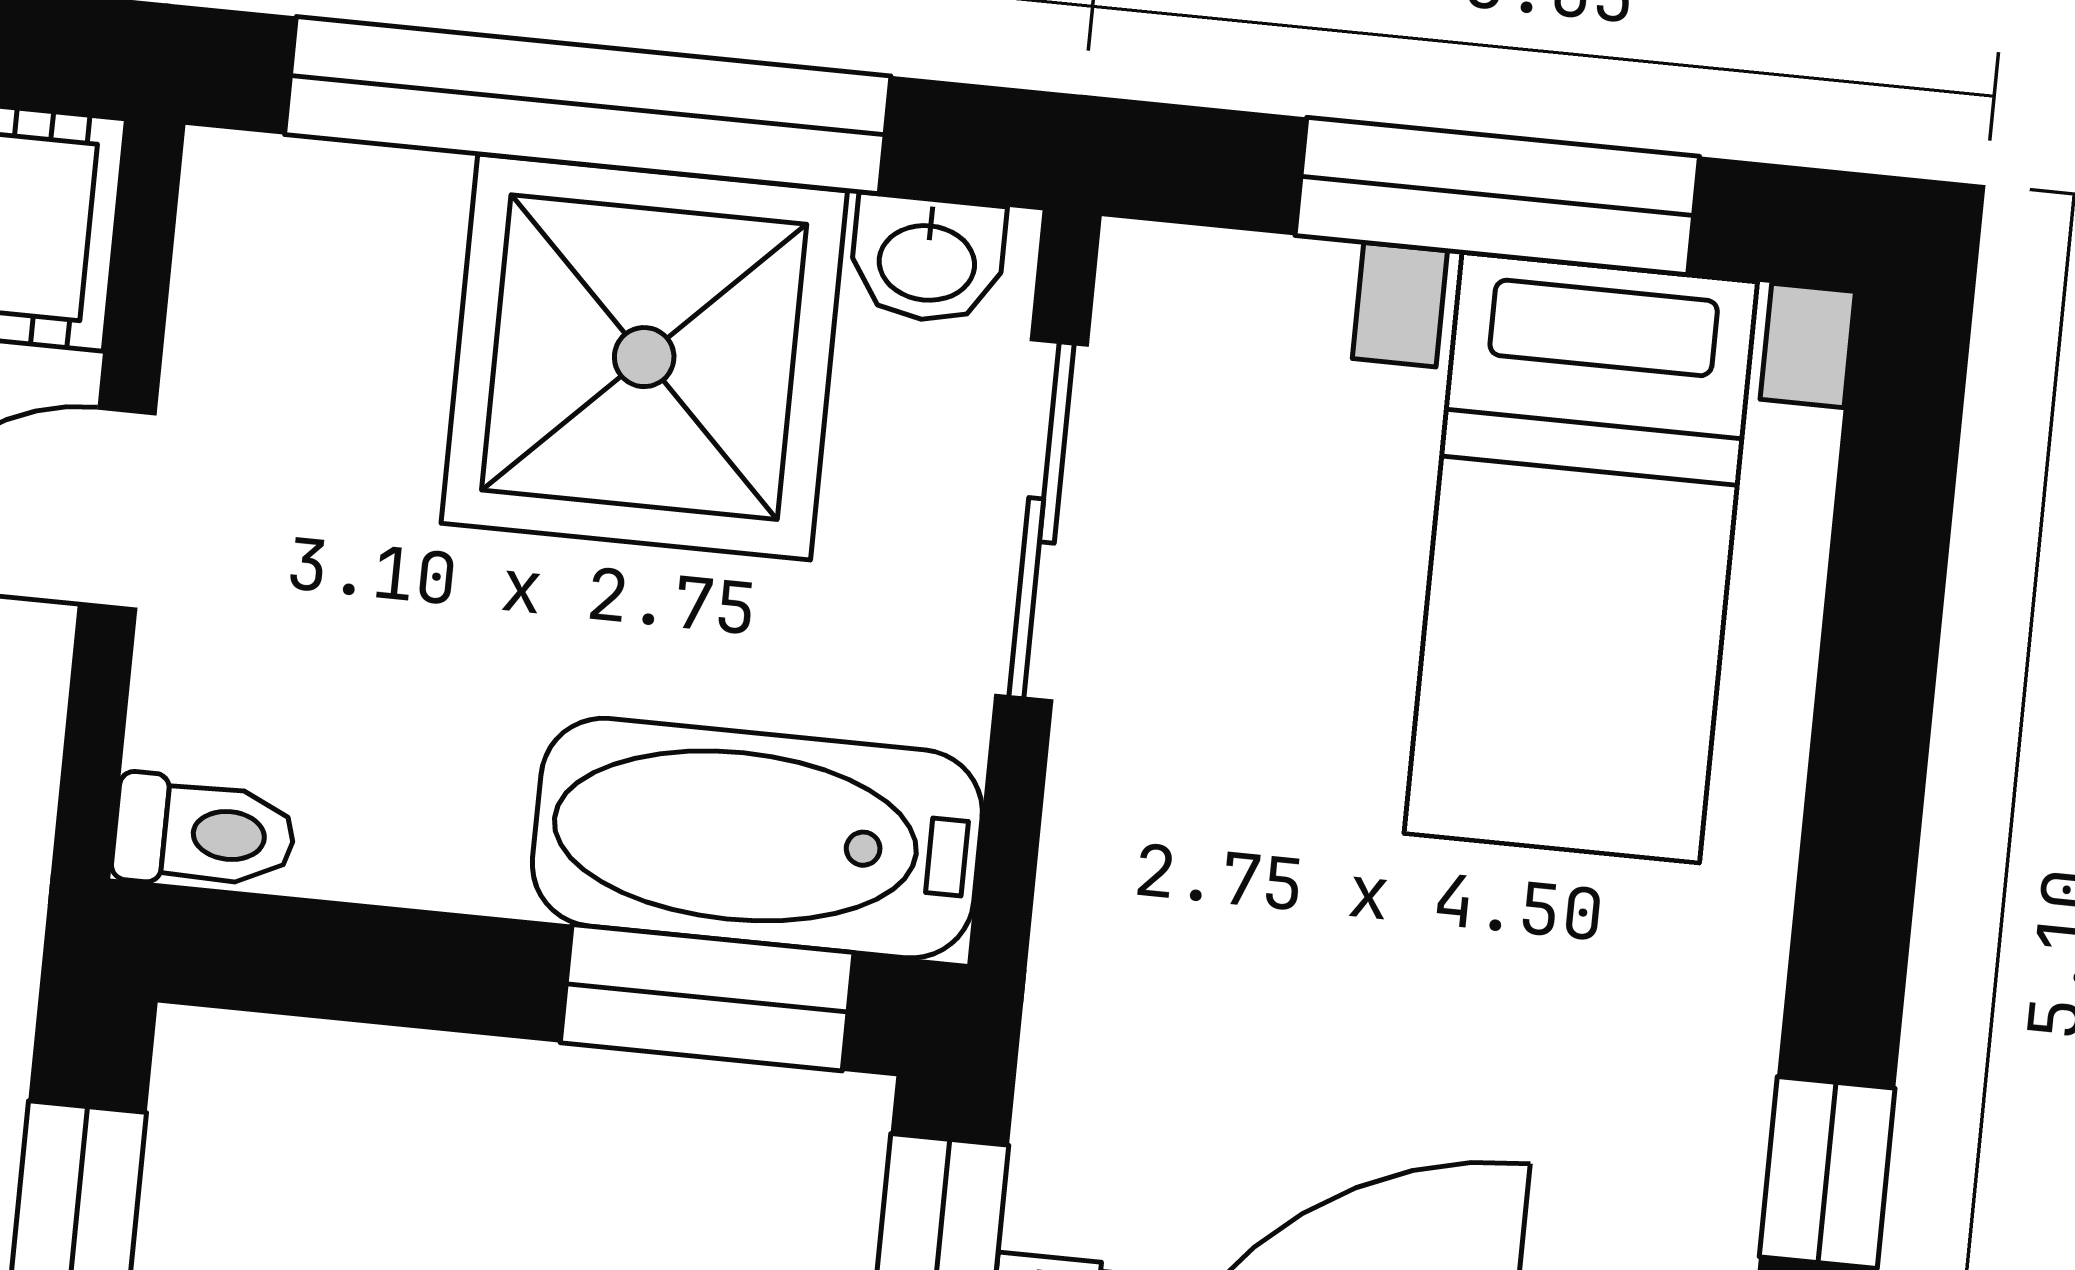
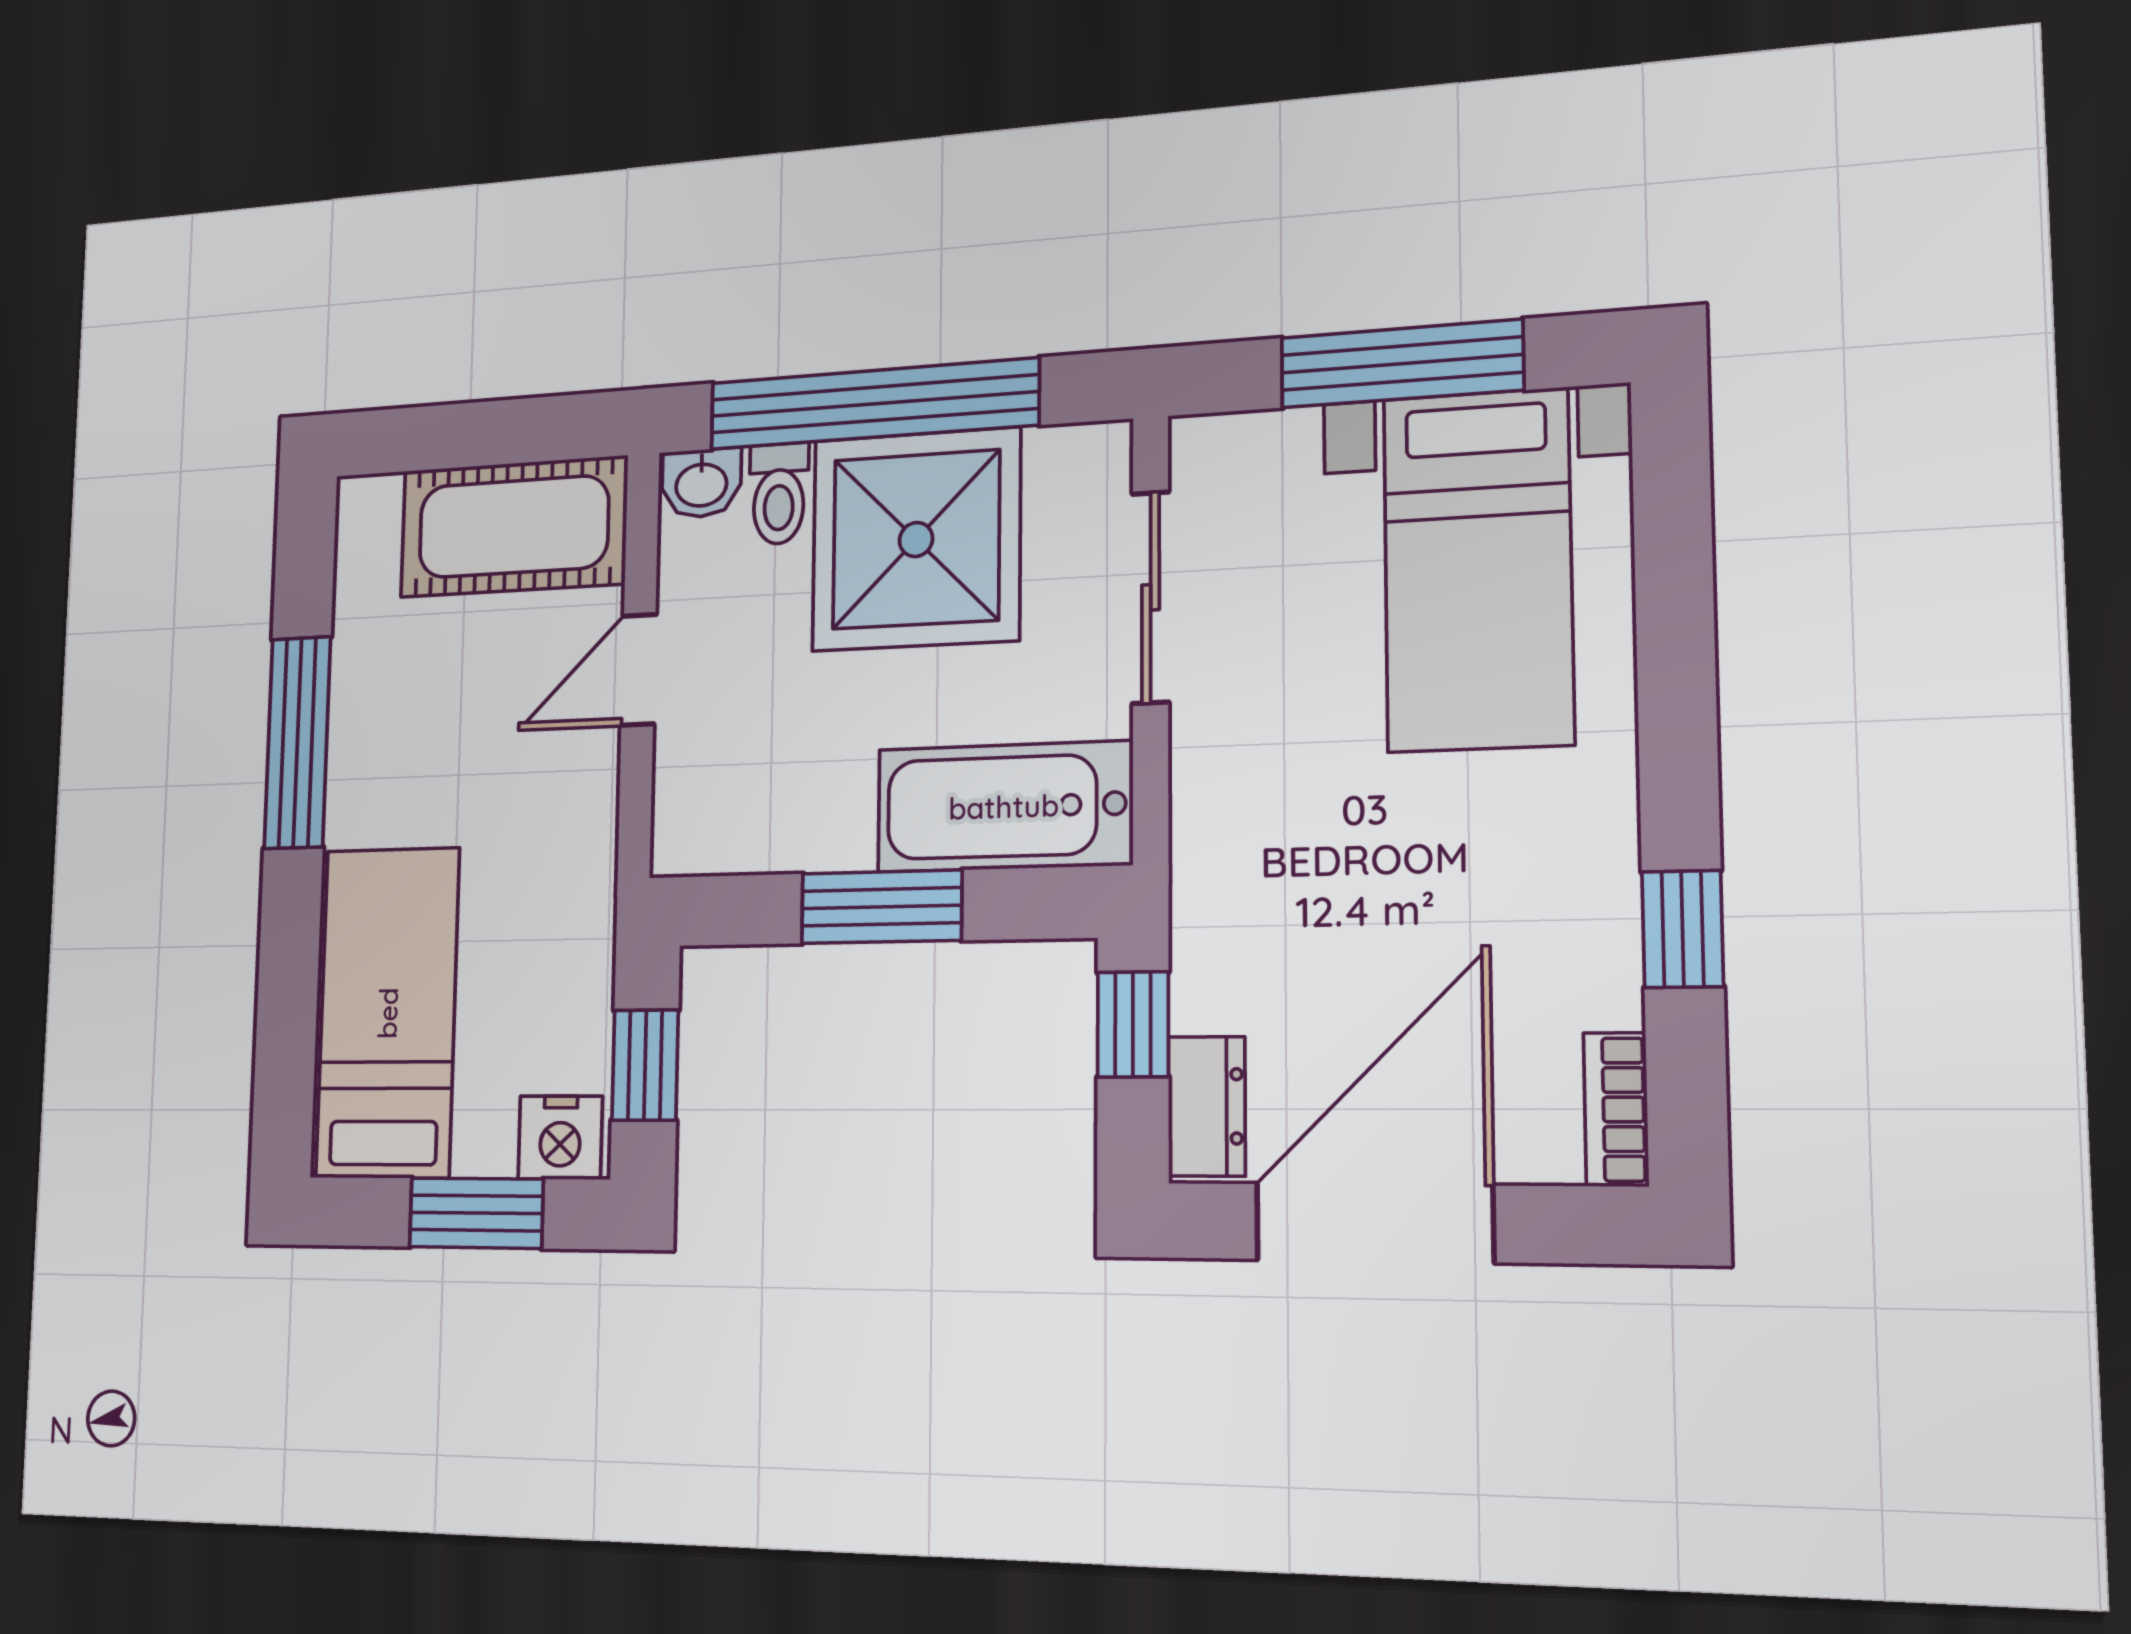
washbasin: (927, 259) -> (701, 483), moved
toilet: (204, 833) -> (779, 494), moved, turned 90
window: (707, 998) -> (881, 907), moved

